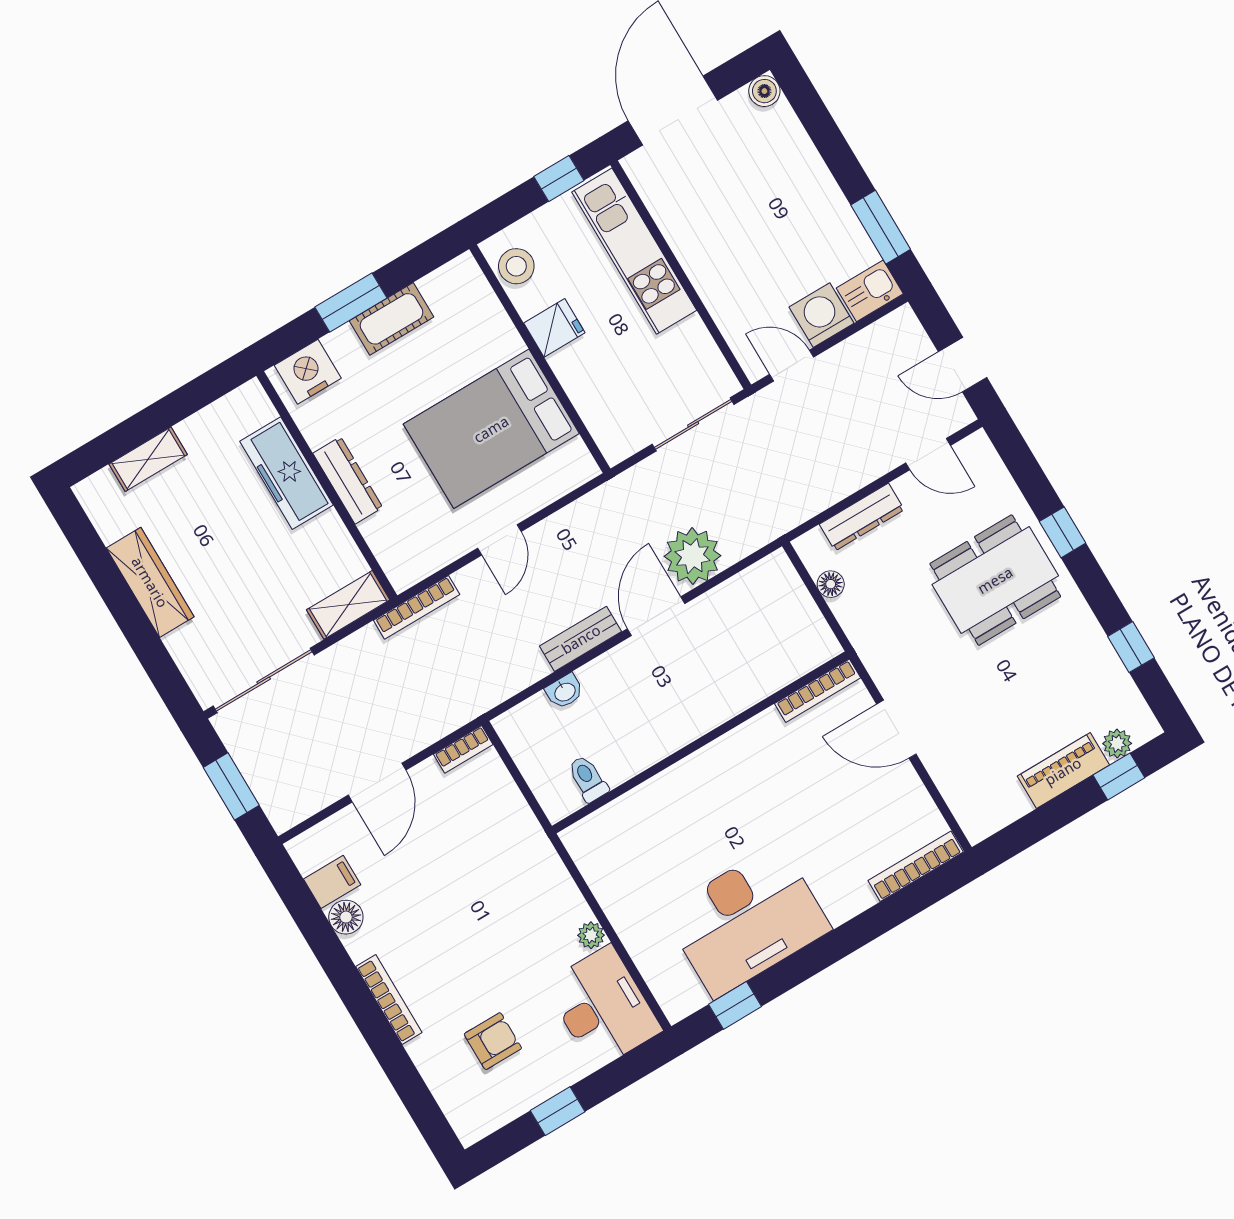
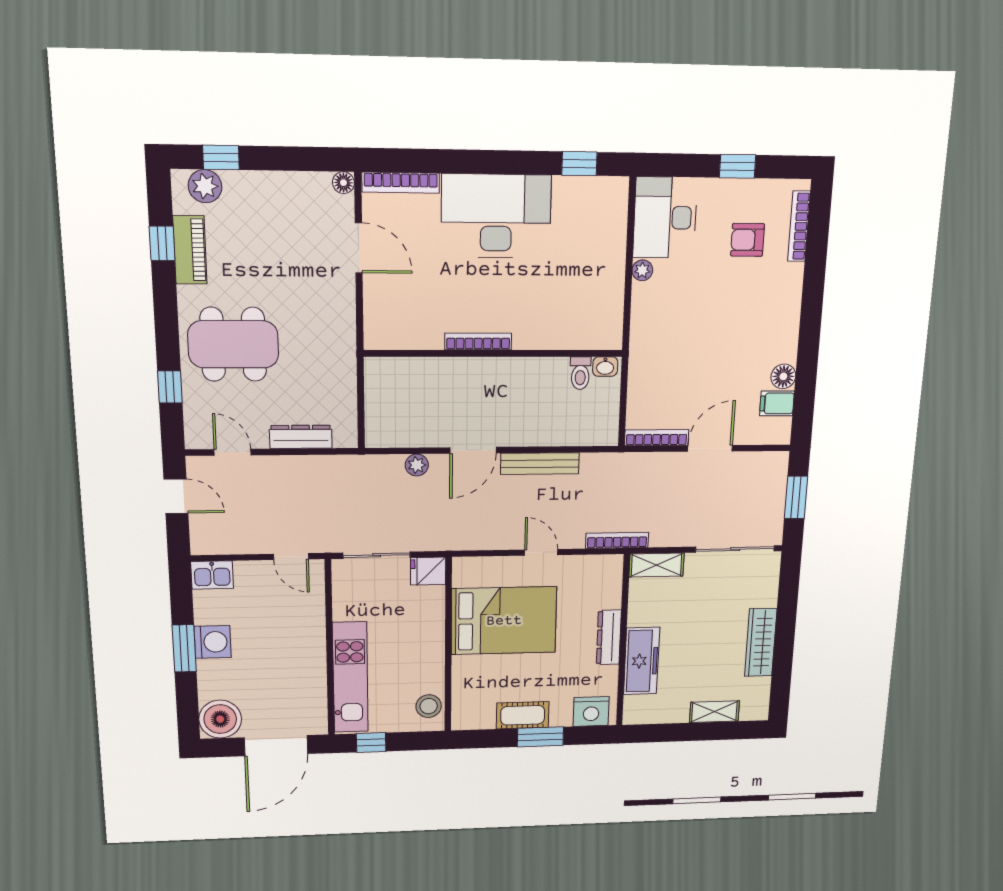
boiler: (764, 91) -> (220, 719), width x1.86, depth x1.86
window: (881, 227) -> (184, 648), moved
washing machine: (821, 315) -> (213, 642), moved, turned -90
fridge: (554, 328) -> (428, 571), moved
window: (1063, 532) -> (170, 387), moved
door: (499, 540) -> (541, 552), hinge flipped
plant: (692, 556) -> (417, 465), width x0.53, depth x0.53
floor lamp: (831, 584) -> (343, 183), moved
bench: (581, 639) -> (540, 464), width x1.36
washbasin: (565, 691) -> (605, 367), moved, turned 180
bookcase: (818, 691) -> (478, 341), moved
door: (896, 729) -> (359, 248), moved
plant: (1117, 743) -> (205, 186), width x1.38, depth x1.38
bookcase: (463, 749) -> (657, 438), width x1.56
piano: (1063, 771) -> (190, 250), moved, turned -90
desk: (747, 921) -> (496, 216), moved
bookcase: (389, 1000) -> (799, 226), moved

